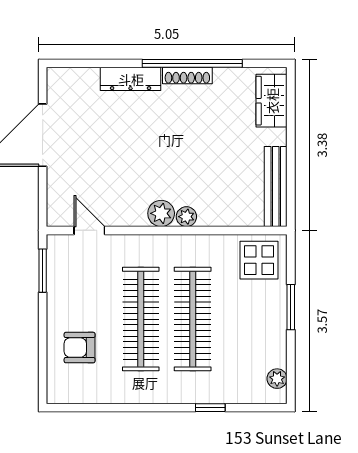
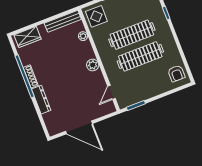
plant: (186, 217) -> (83, 36), moved
armchair: (80, 348) -> (176, 73), moved

